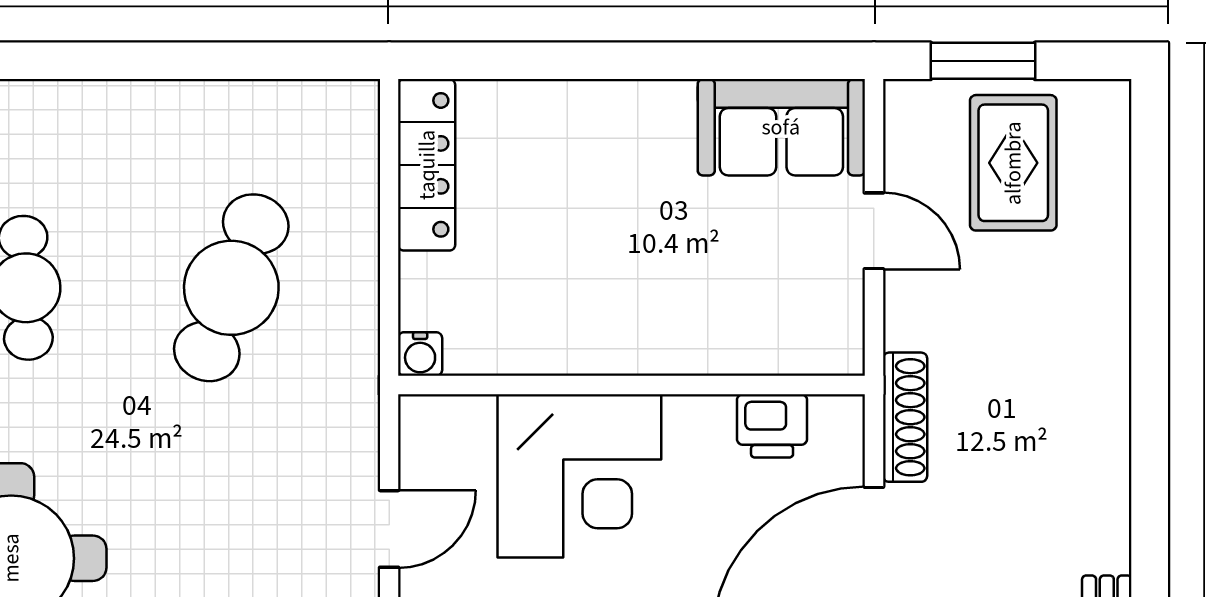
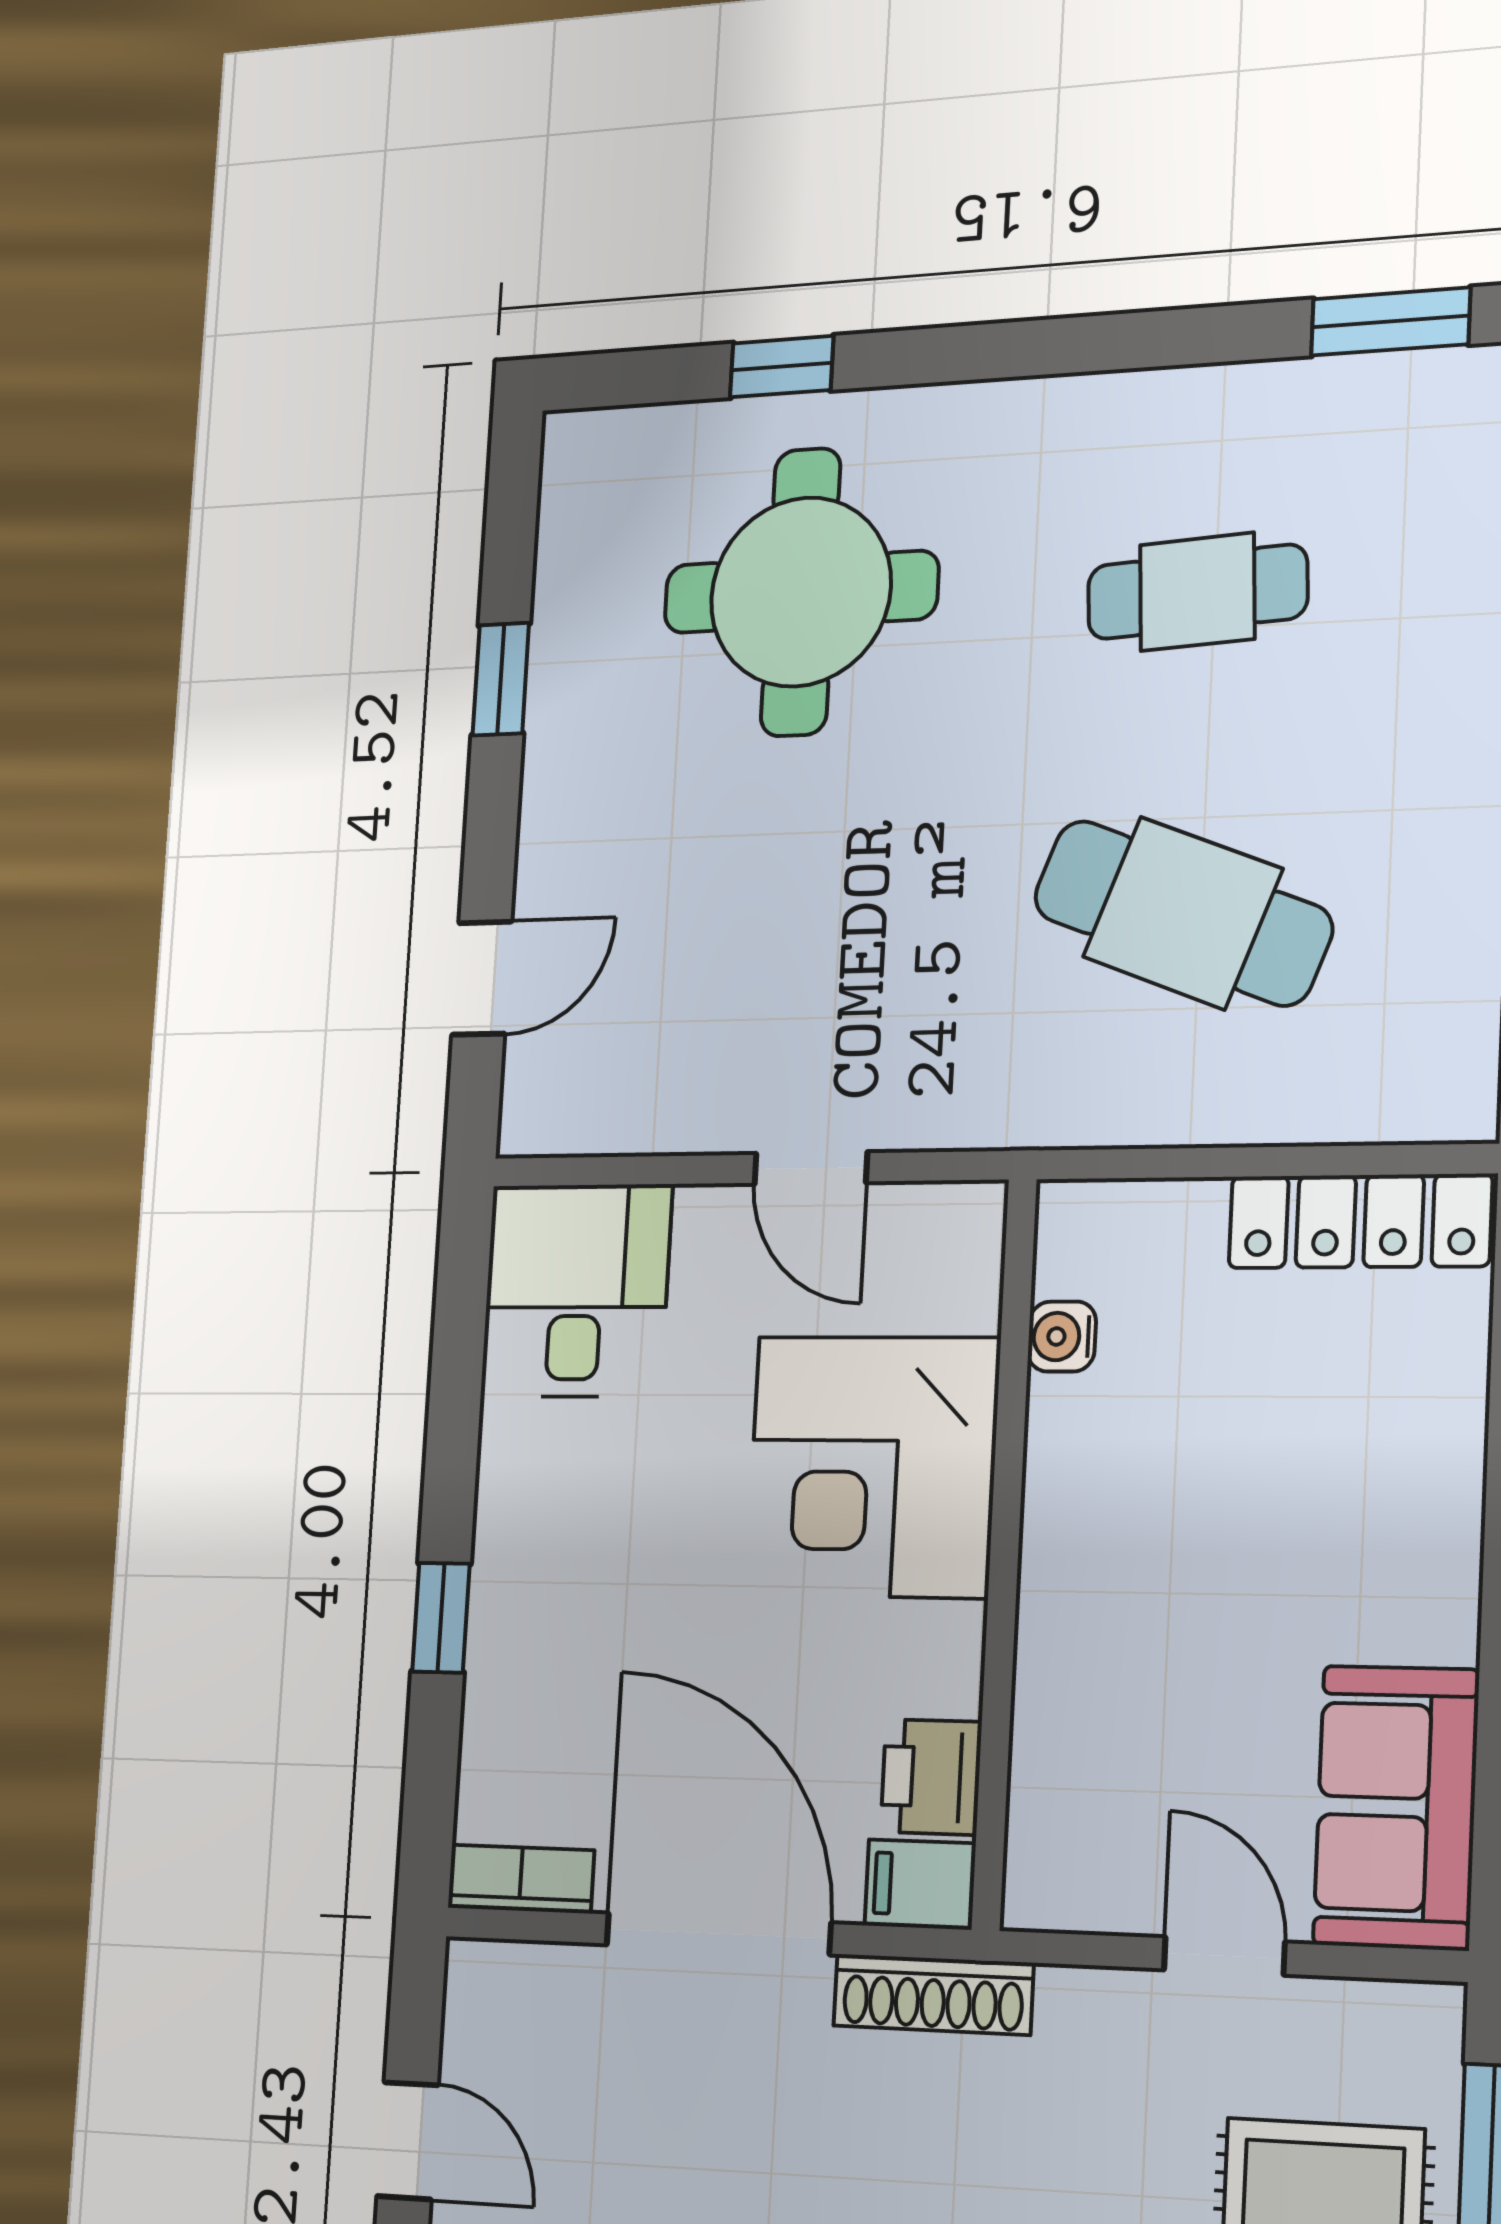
door: (874, 231) -> (1224, 1956), swing flipped
water cooler: (420, 354) -> (1062, 1336), moved
filing cabinet: (838, 429) -> (920, 1884), added

